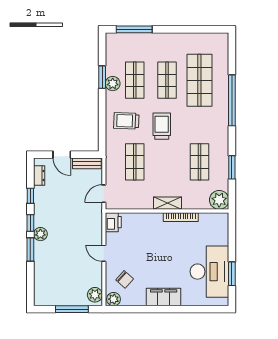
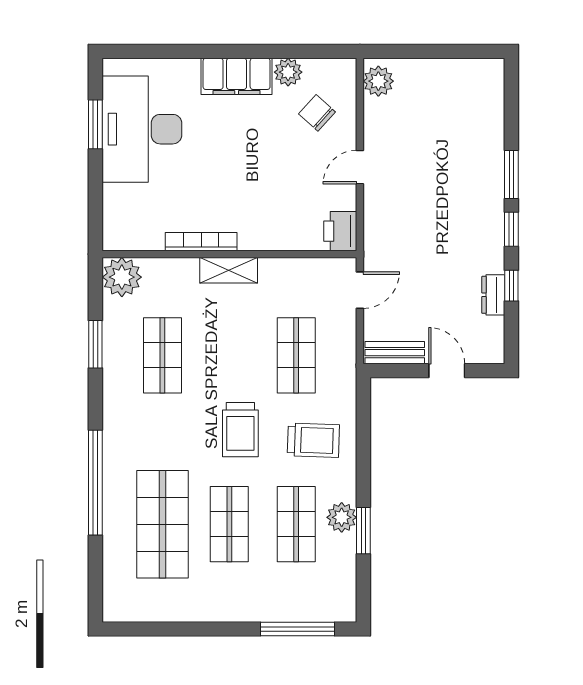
dresser: (39, 175) -> (493, 295), moved
plant: (40, 234) -> (491, 207), removed
door: (104, 253) -> (360, 167), swing flipped
plant: (114, 299) -> (288, 72), moved
window: (72, 309) -> (426, 51), removed

